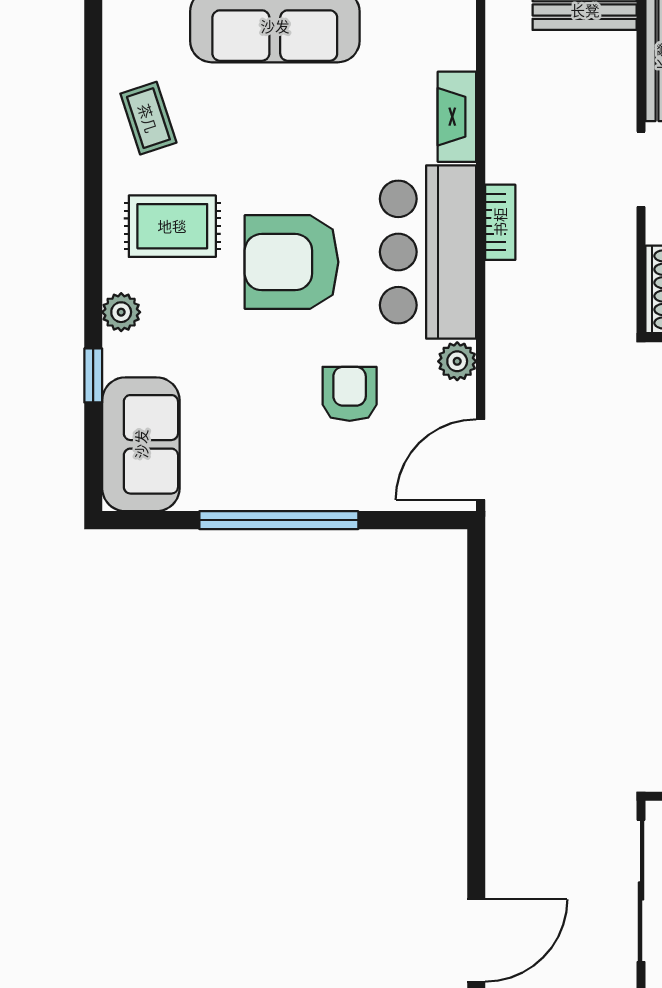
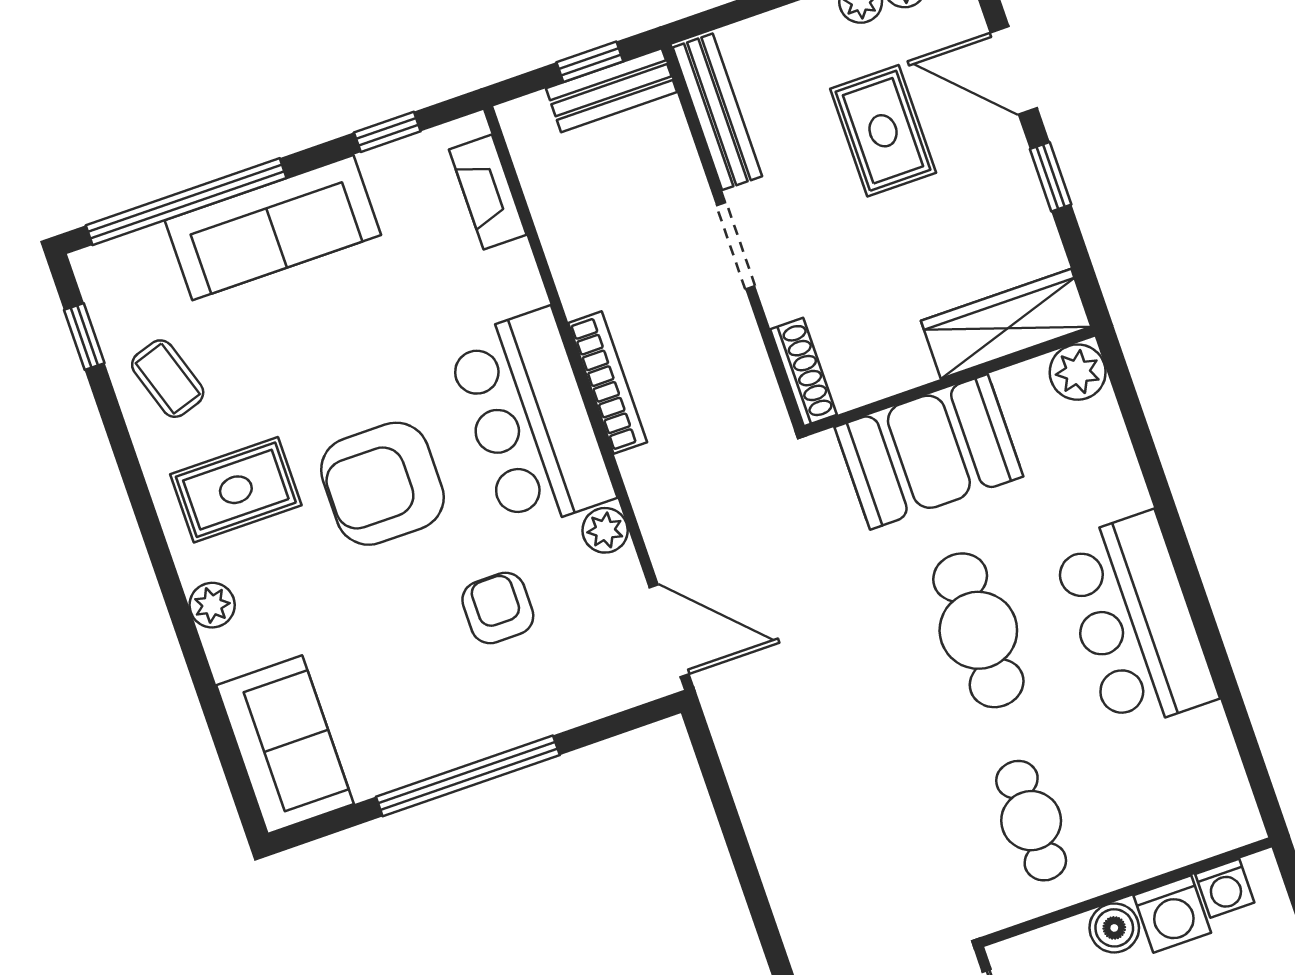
fireplace: (457, 117) -> (488, 192), moved
bookcase: (500, 222) -> (608, 383), width x1.56
window: (93, 375) -> (84, 336), moved
door: (481, 460) -> (669, 631), swing flipped

